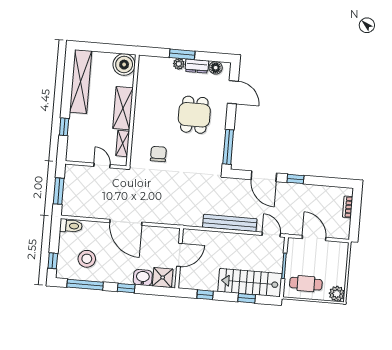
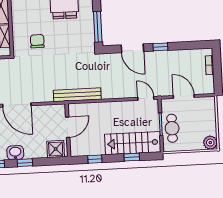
bench: (230, 223) -> (77, 95), moved
washbasin: (143, 278) -> (15, 153), moved
cafe table: (306, 284) -> (172, 128), moved, turned 90

